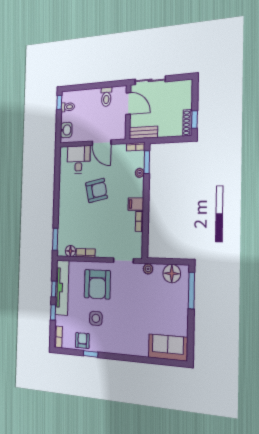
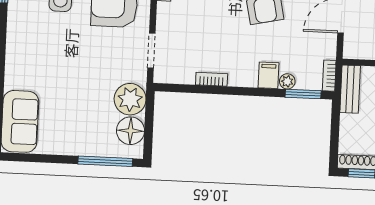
filing cabinet: (136, 204) -> (268, 75), moved
plant: (148, 269) -> (130, 99), width x1.88, depth x1.88

